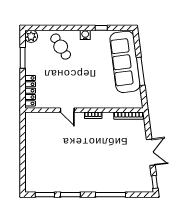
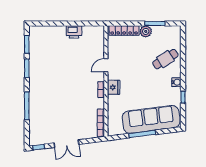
plant: (31, 36) -> (146, 31), moved
fridge: (91, 102) -> (114, 87), added
printer: (32, 144) -> (74, 32), added

